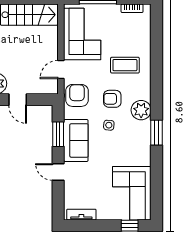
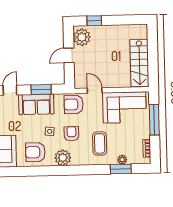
plant: (145, 38) -> (122, 160), added
armchair: (77, 95) -> (74, 104), turned 180
window: (156, 133) -> (121, 169), moved
armchair: (134, 143) -> (35, 152), added

